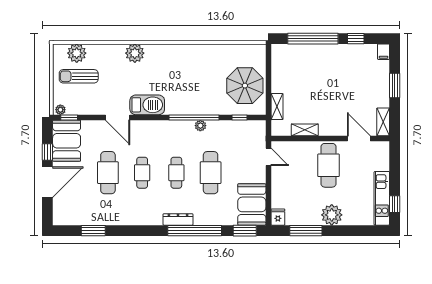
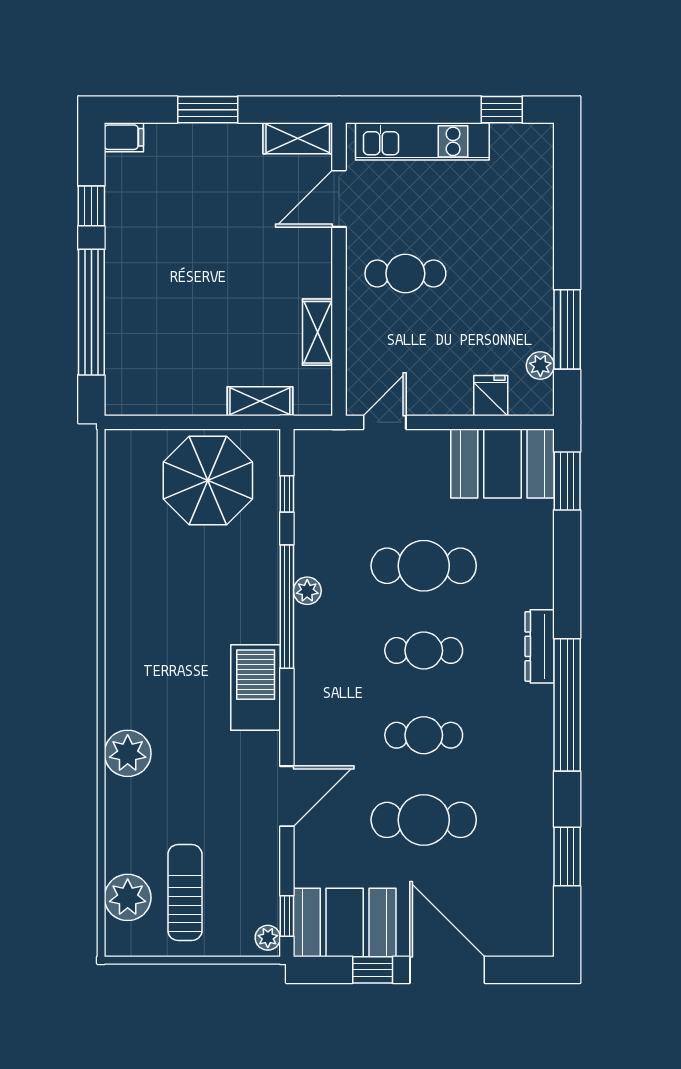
sun lounger: (79, 76) -> (185, 893), turned 180
barbecue: (147, 105) -> (256, 687), moved
cafe table: (328, 165) -> (405, 274), width x0.73, depth x0.74
kitchen unit: (382, 198) -> (422, 141), moved
plant: (332, 215) -> (540, 366), moved, width x0.53, depth x0.53
fridge: (278, 217) -> (491, 396), moved, turned 90
window: (195, 231) -> (567, 705), moved

